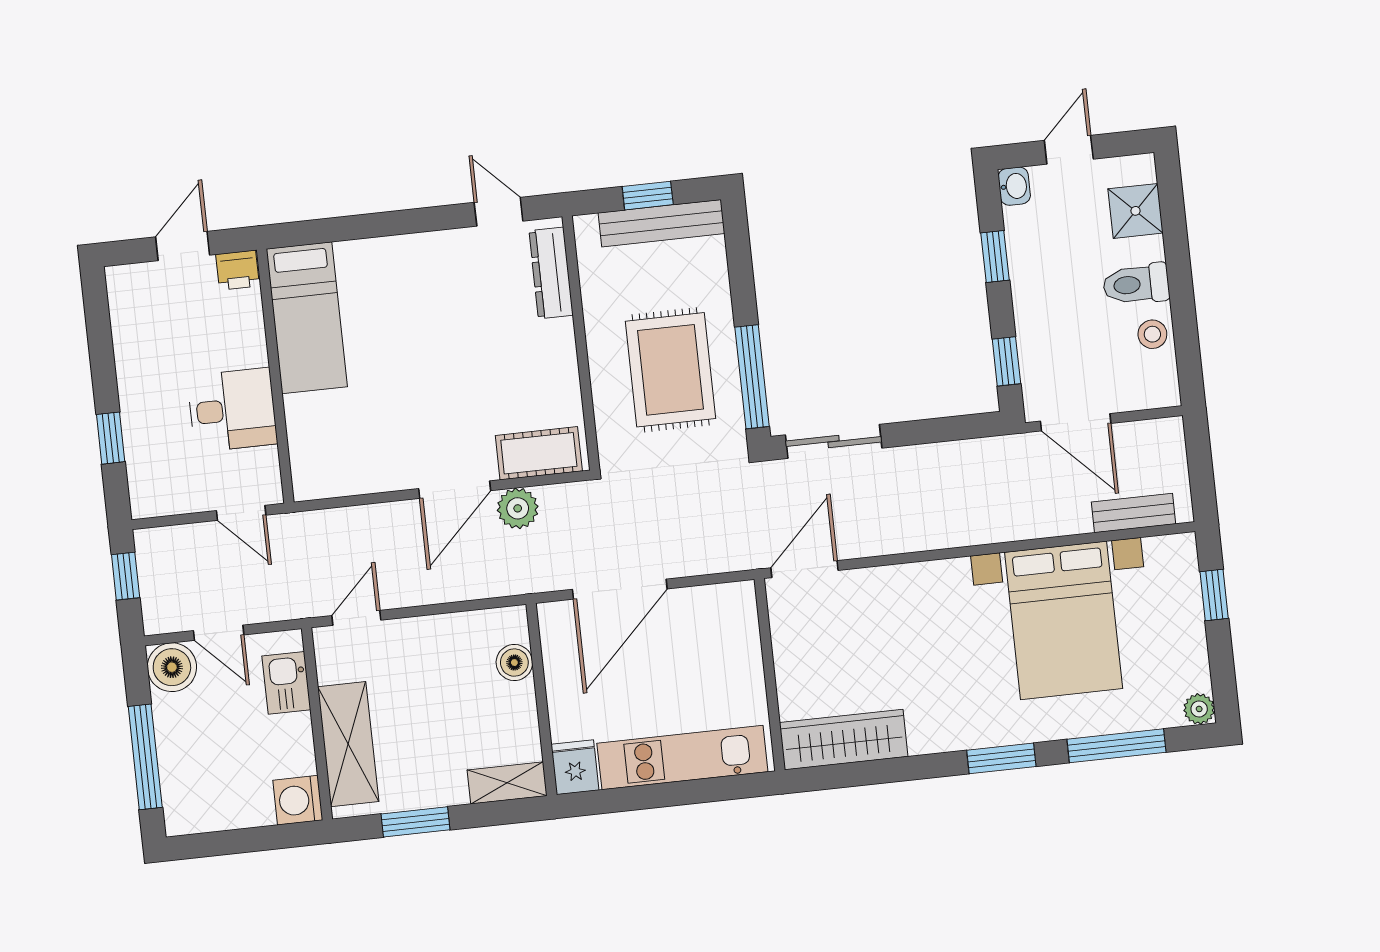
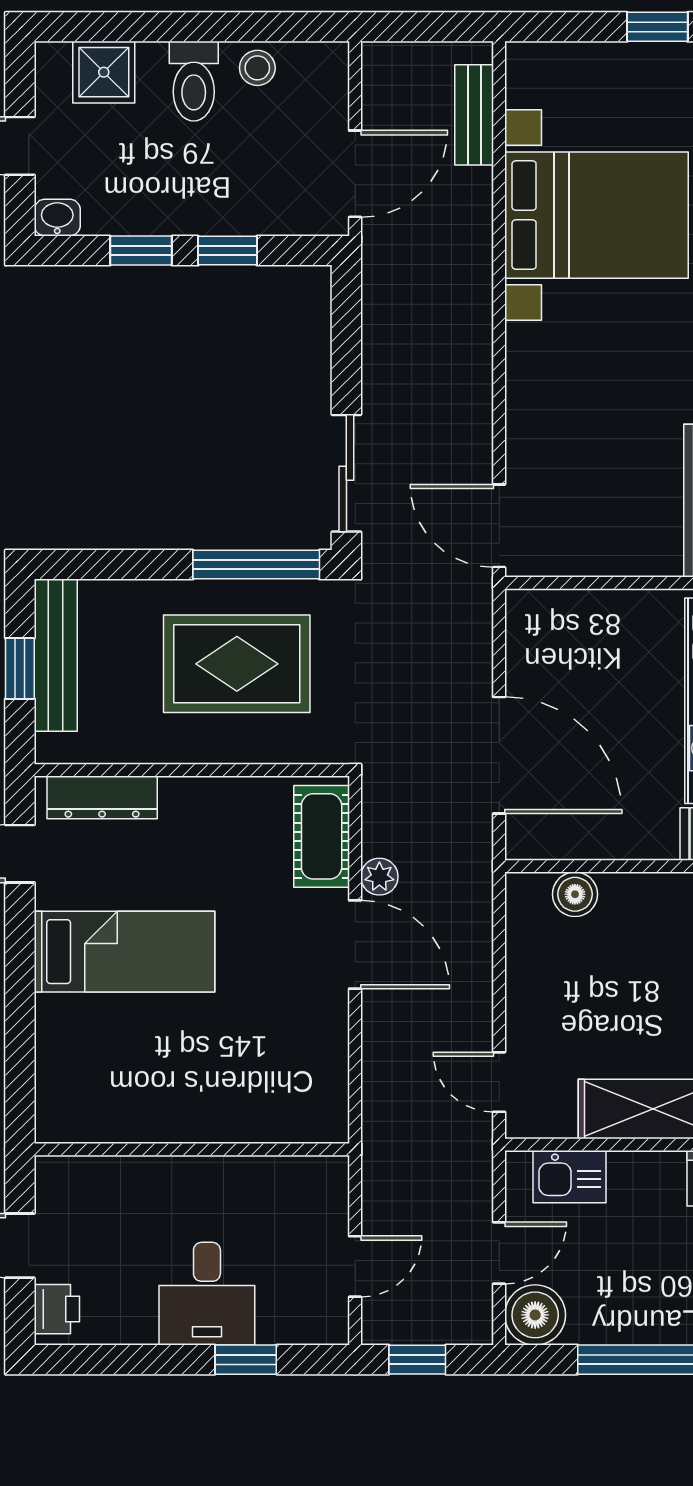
printer: (238, 270) -> (57, 1309), moved
bed: (307, 318) -> (124, 952), moved
window: (1006, 361) -> (227, 251), moved
desk: (232, 410) -> (207, 1294), moved, turned 180
plant: (518, 508) -> (379, 877), width x0.73, depth x0.73
door: (241, 513) -> (355, 1266), moved
window: (1214, 595) -> (657, 27), moved

